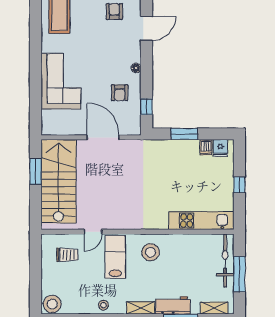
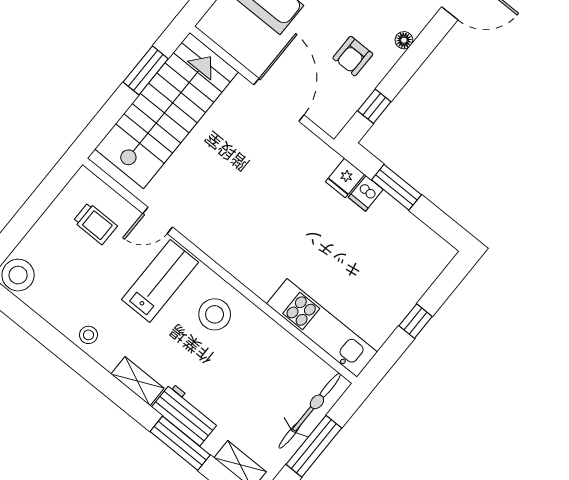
dishwasher: (206, 147) -> (366, 193), moved
fridge: (220, 148) -> (345, 178), moved

